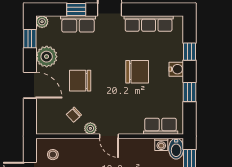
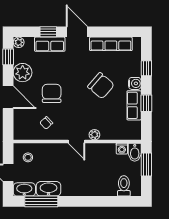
chair: (137, 72) -> (101, 86), turned 41
chair: (80, 81) -> (52, 93), turned 90
row of seats: (161, 126) -> (134, 105), moved, turned -90
plant: (90, 128) -> (94, 135), moved

